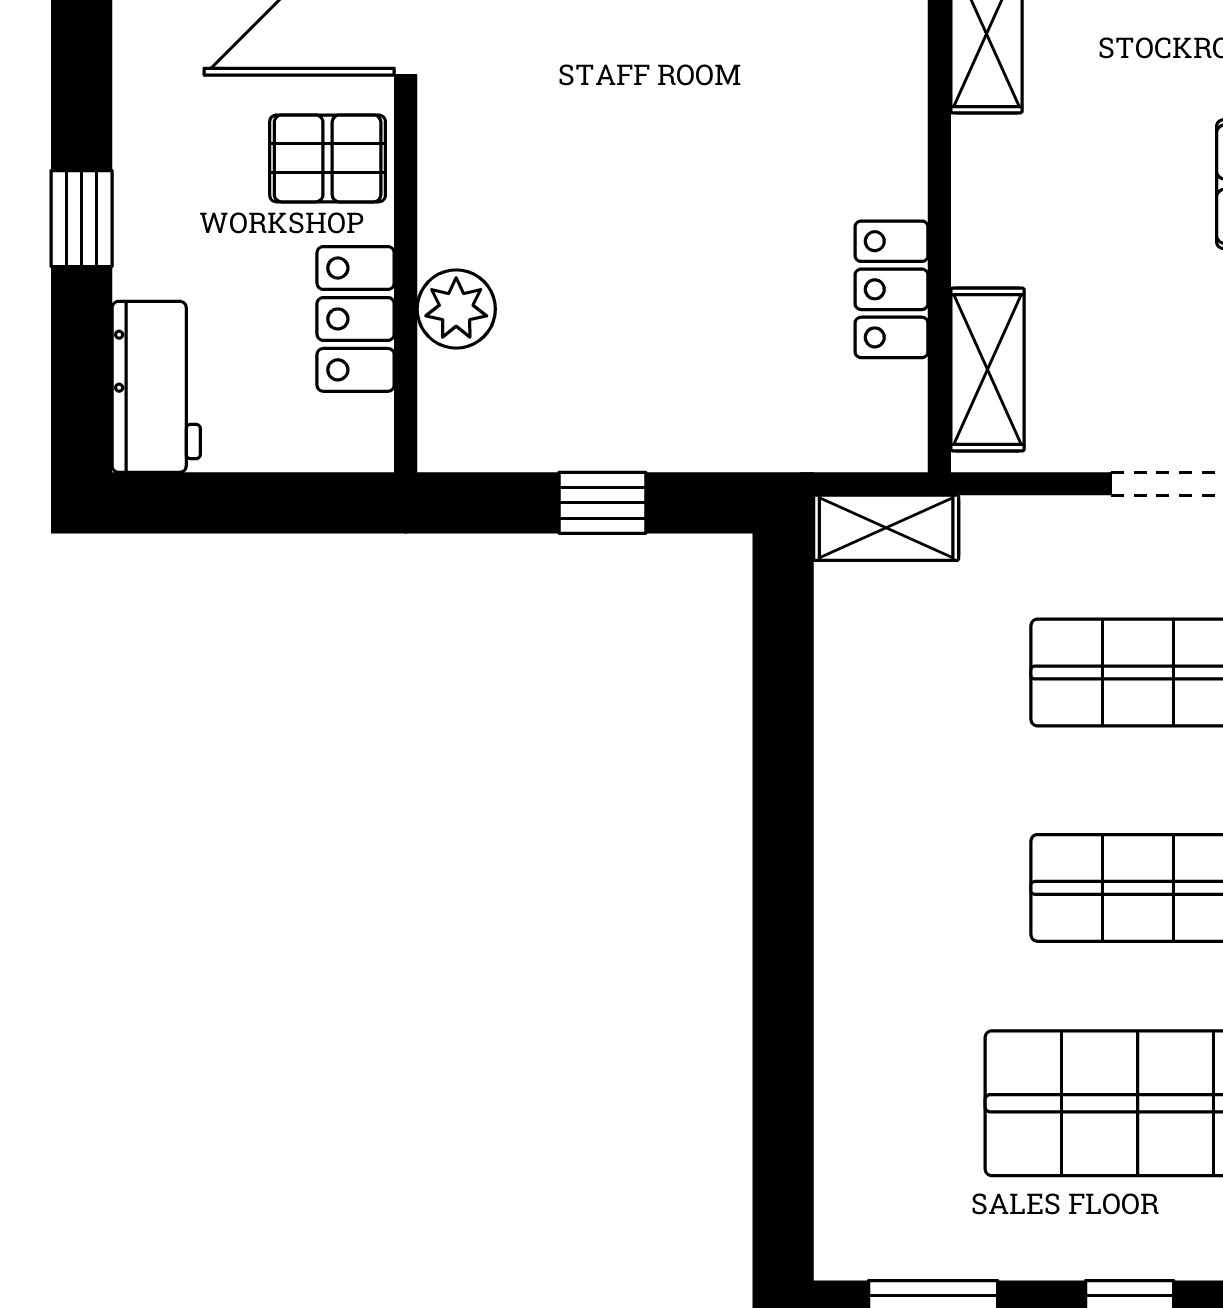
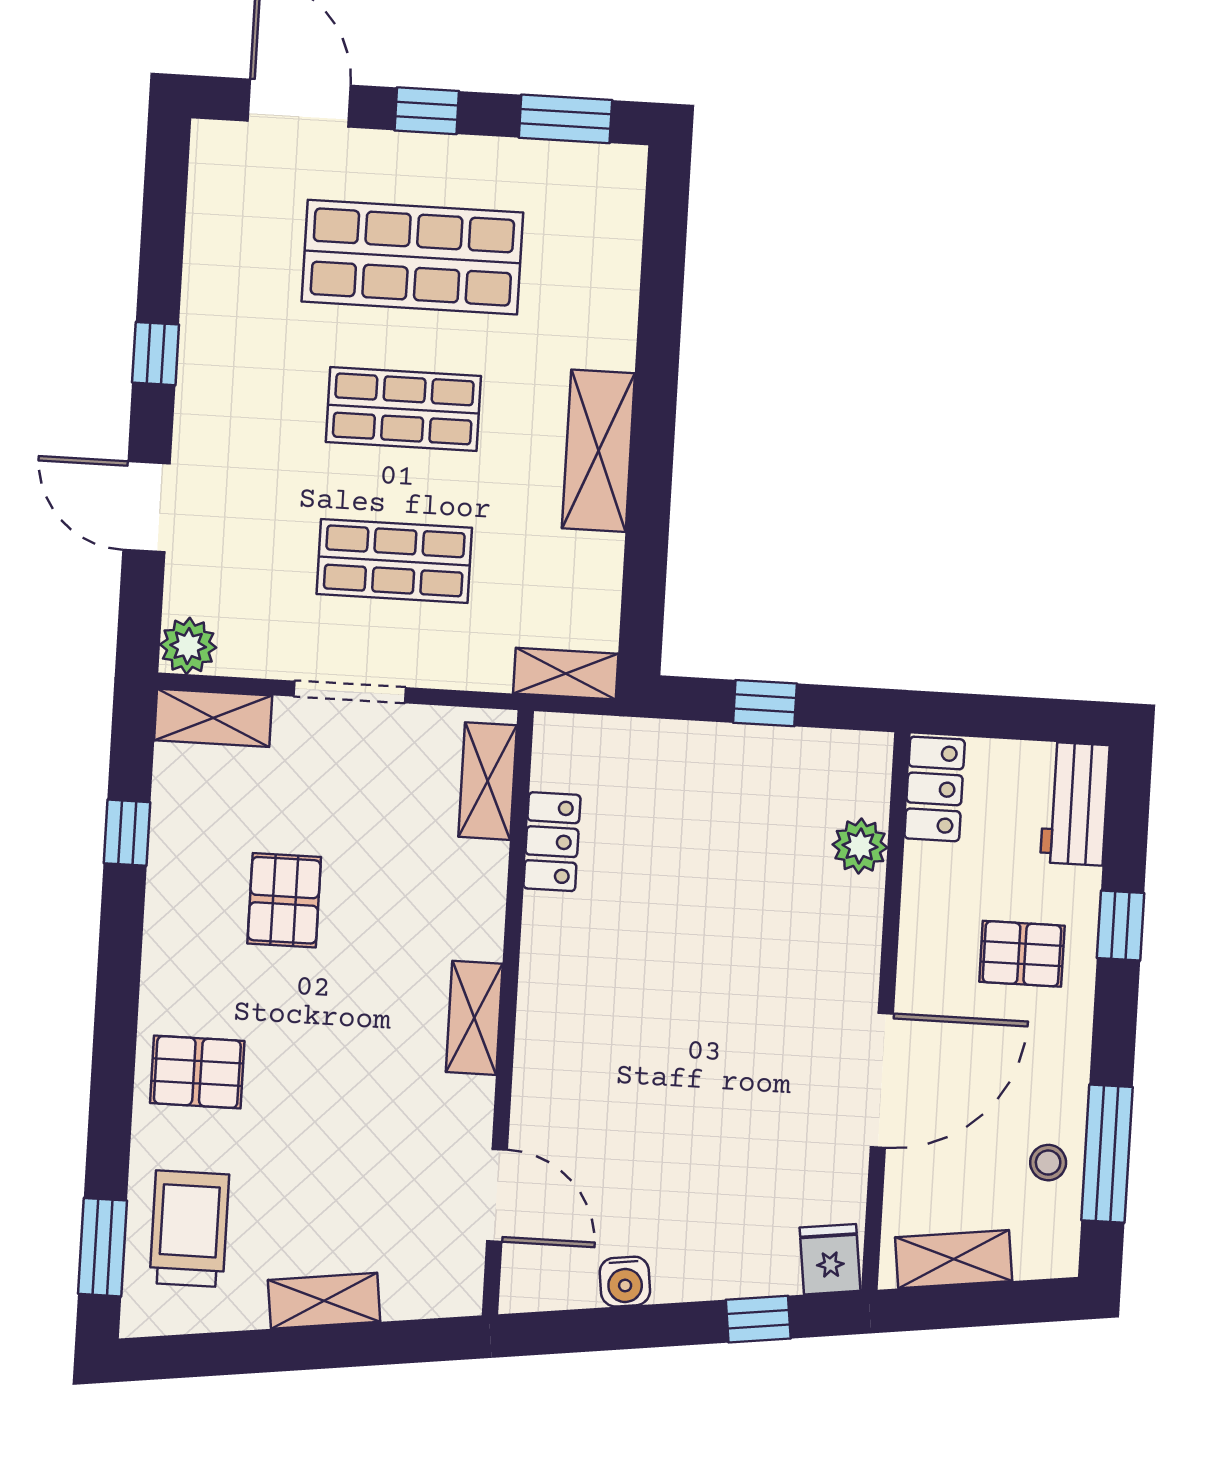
pallet: (328, 158) -> (1022, 954), moved
locker: (356, 319) -> (935, 789), moved
shelving: (859, 845) -> (598, 451), added

